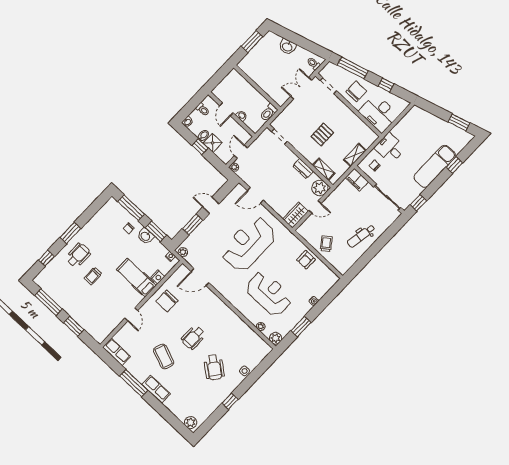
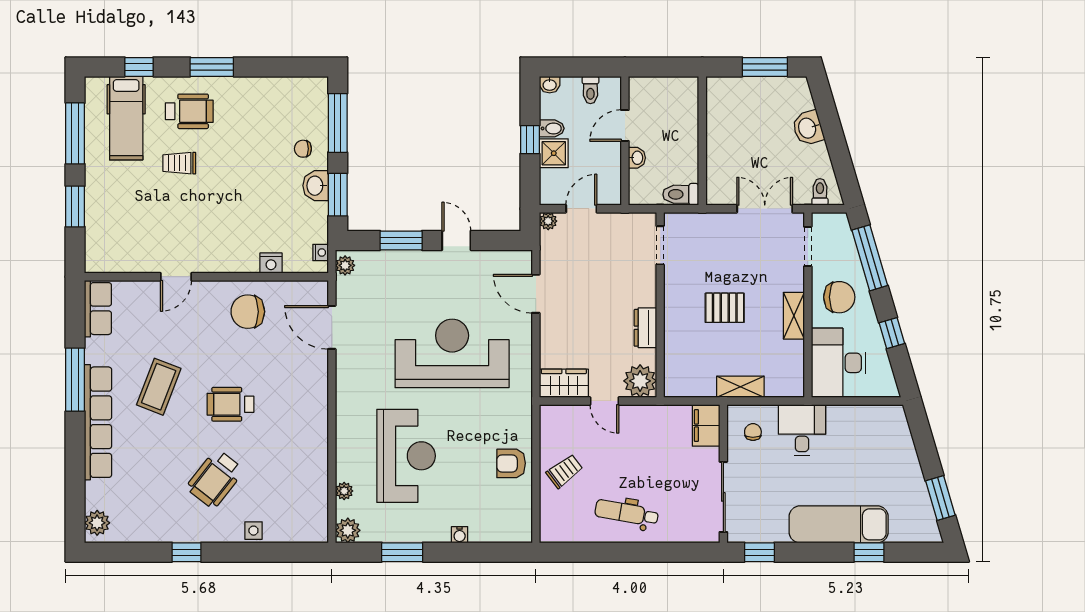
shelving: (324, 169) -> (794, 316), moved
hospital bed: (136, 278) -> (126, 118), moved, turned 180
row of seats: (156, 389) -> (98, 422), width x2.02

